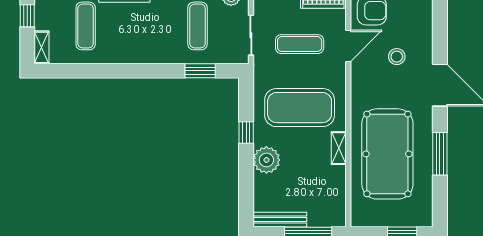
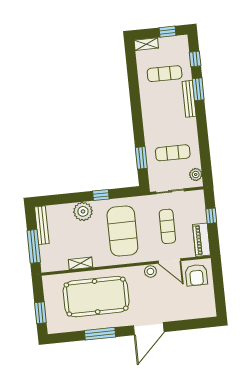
stool: (397, 57) -> (150, 271), moved
shelving: (339, 148) -> (81, 263), moved

